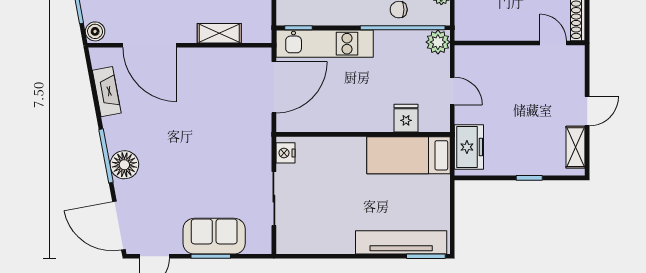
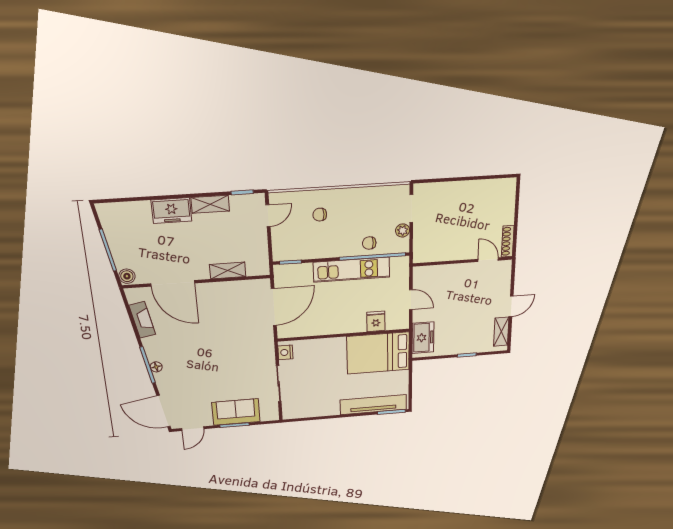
plant: (438, 42) -> (400, 265), removed
kitchen unit: (325, 44) -> (352, 270), moved
bed: (409, 155) -> (378, 353), width x1.50
floor lamp: (124, 165) -> (156, 367), width x0.53, depth x0.53

